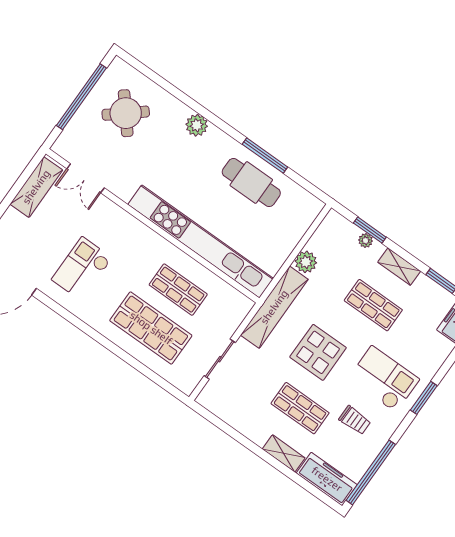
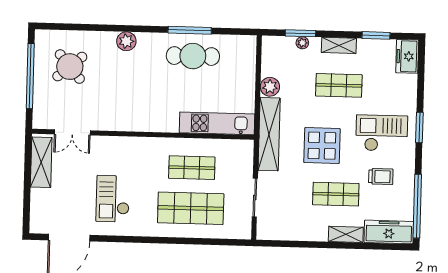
kitchen unit: (201, 241) -> (217, 123), width x0.54

